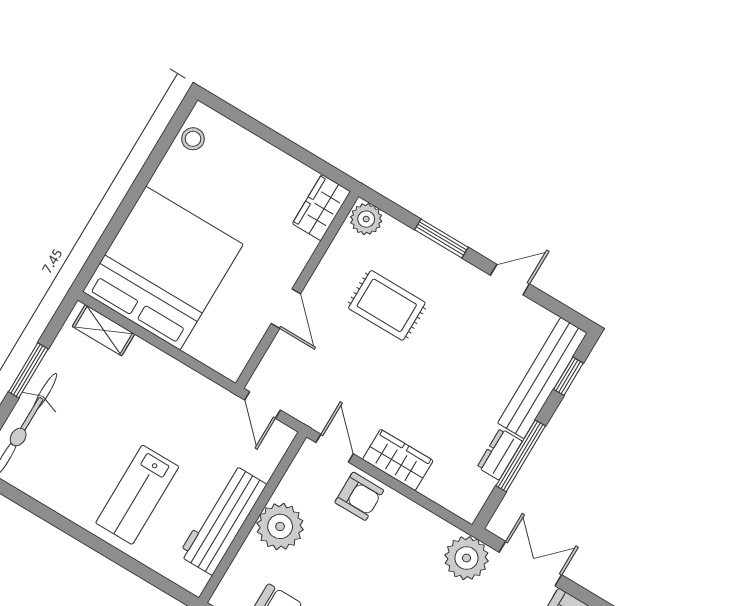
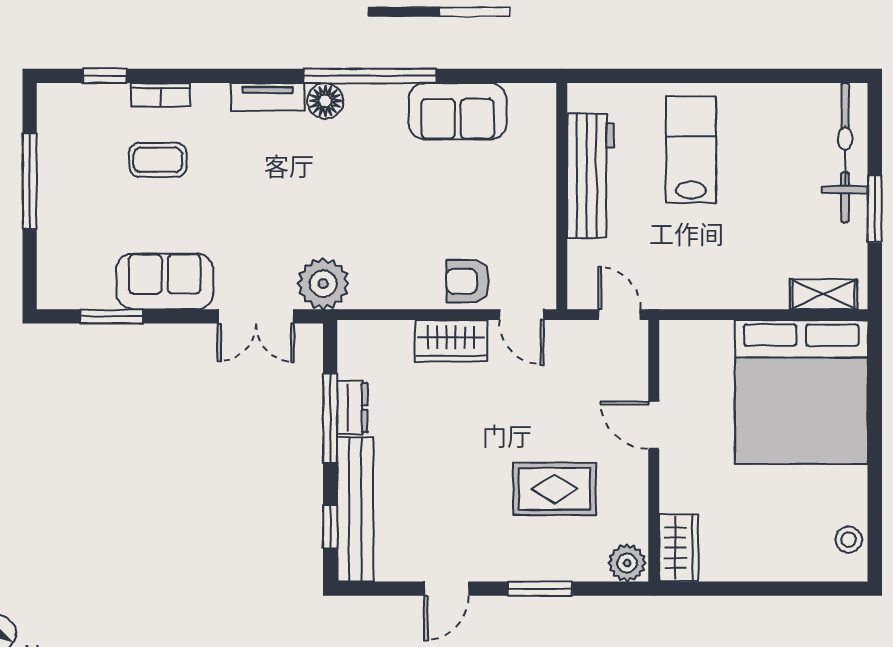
plant: (280, 526) -> (529, 203), removed

